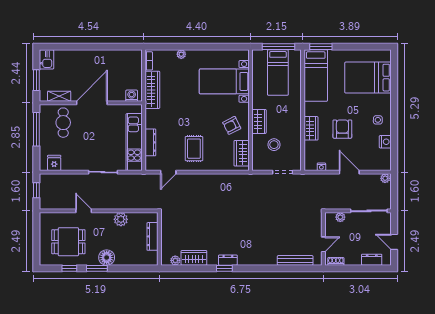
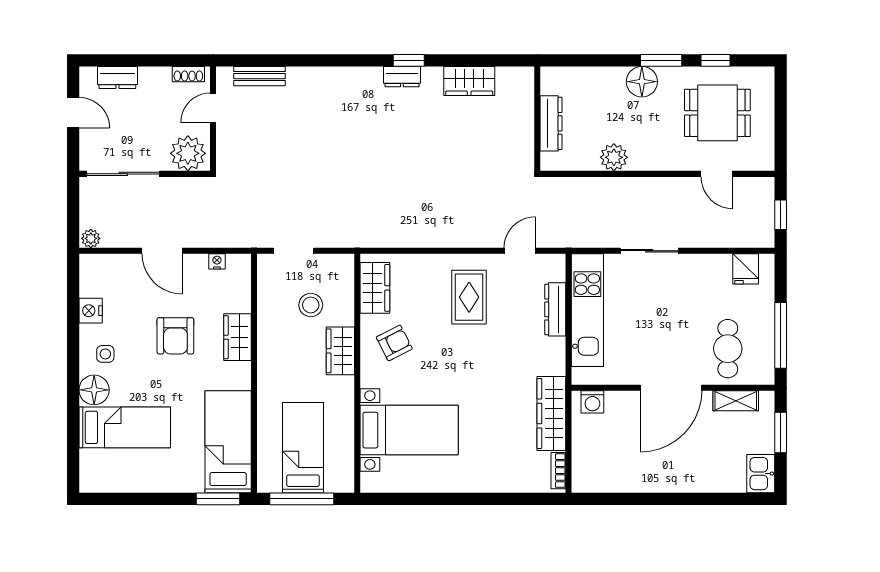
plant: (181, 54) -> (494, 484), removed
bed: (368, 78) -> (125, 427), width x0.67
floor lamp: (384, 102) -> (94, 390), added
door: (84, 211) -> (717, 174), moved
plant: (340, 217) -> (188, 153), width x1.88, depth x1.88
plant: (175, 260) -> (506, 76), removed
bench: (295, 260) -> (260, 76), width x0.73

